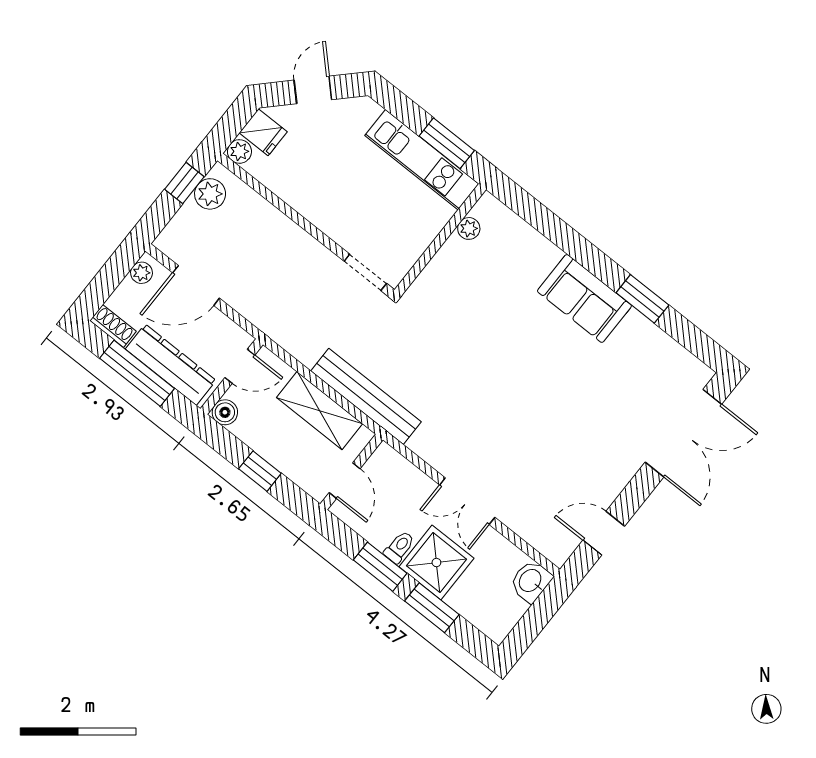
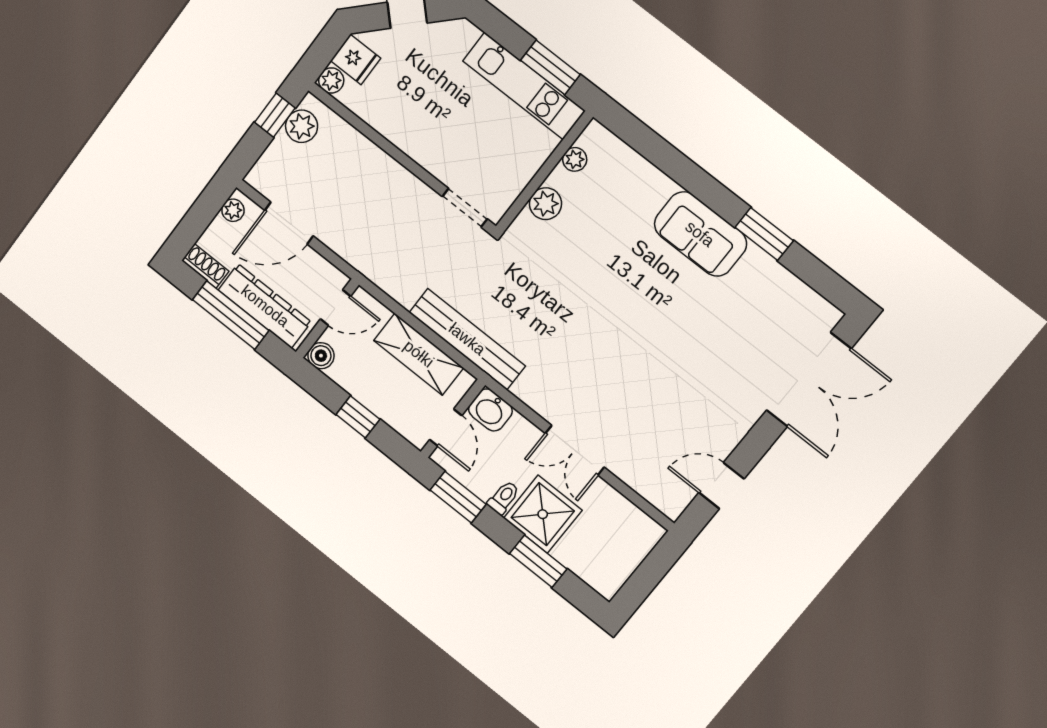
plant: (441, 269) -> (546, 204), added
window: (380, 567) -> (458, 497), moved
washbasin: (531, 581) -> (490, 410), moved, turned -90

